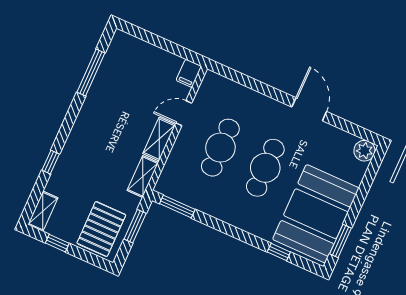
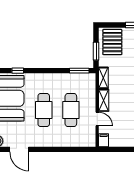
door: (309, 109) -> (19, 149), moved
door: (184, 113) -> (97, 119), hinge flipped

